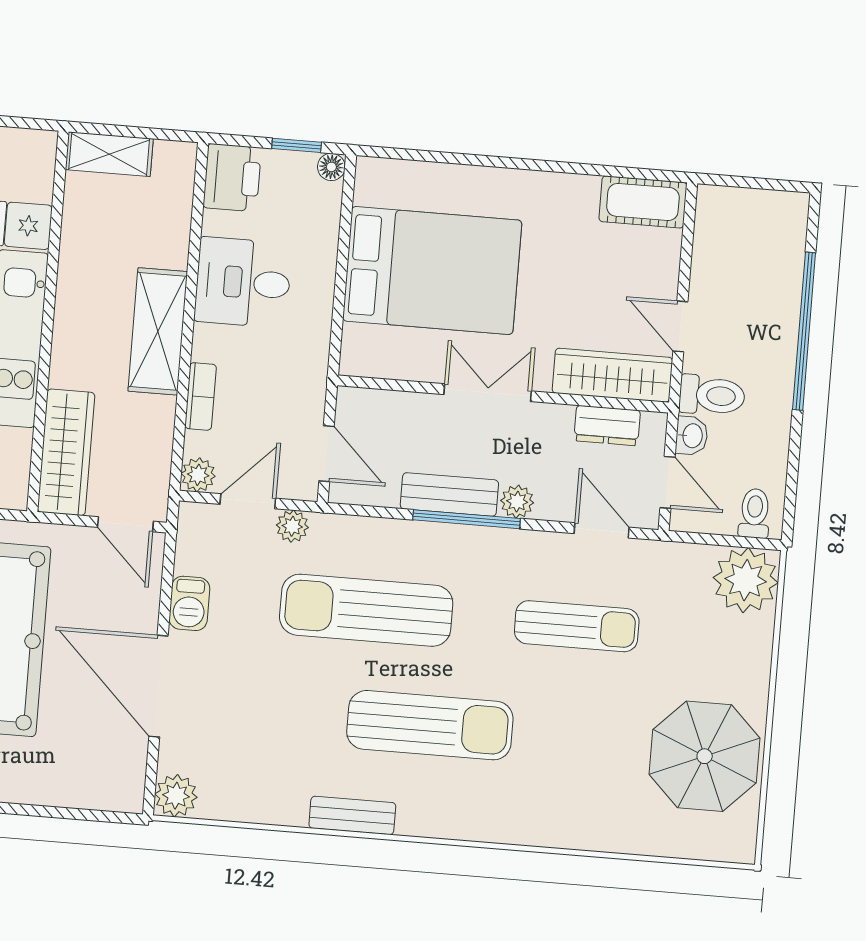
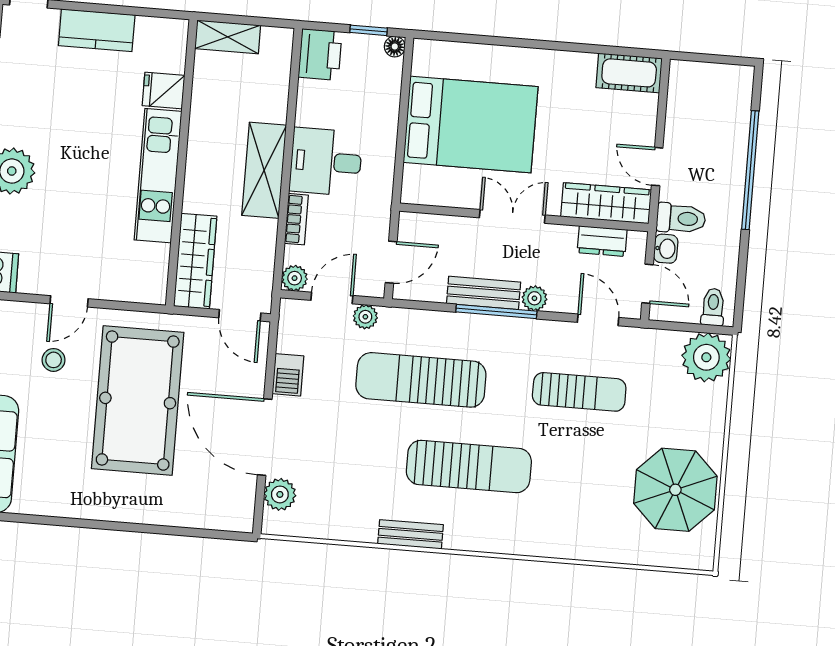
desk: (243, 282) -> (326, 162), moved
door: (327, 454) -> (391, 262), hinge flipped
plant: (176, 796) -> (280, 494), moved

